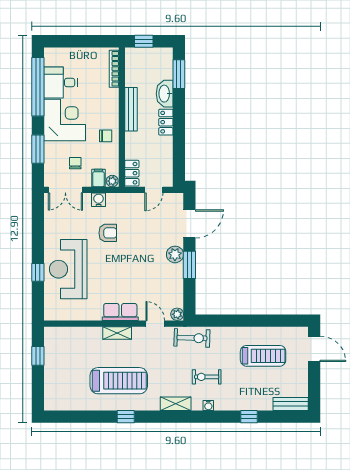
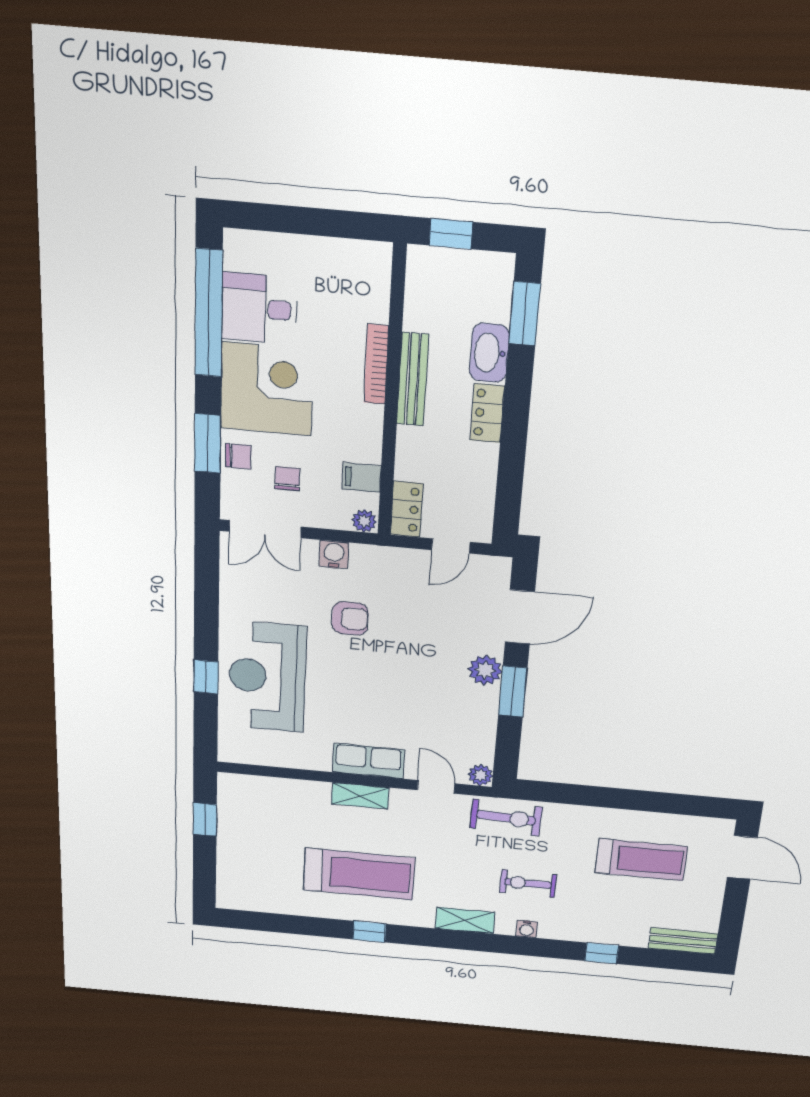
bookcase: (114, 69) -> (376, 364), moved
chair: (106, 136) -> (238, 456), moved
filing cabinet: (98, 178) -> (362, 477), moved, turned -90

